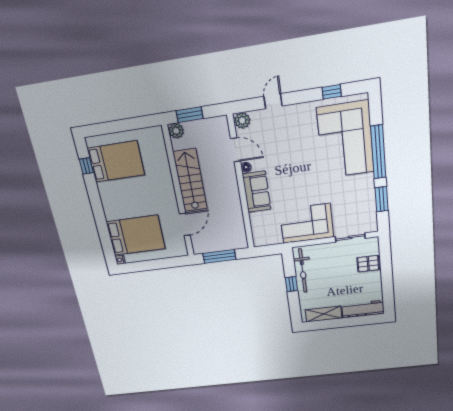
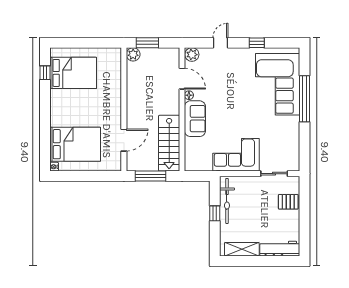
window: (332, 92) -> (257, 43), moved
stairs: (190, 180) -> (169, 143), moved, turned 180
window: (382, 199) -> (304, 141), removed

